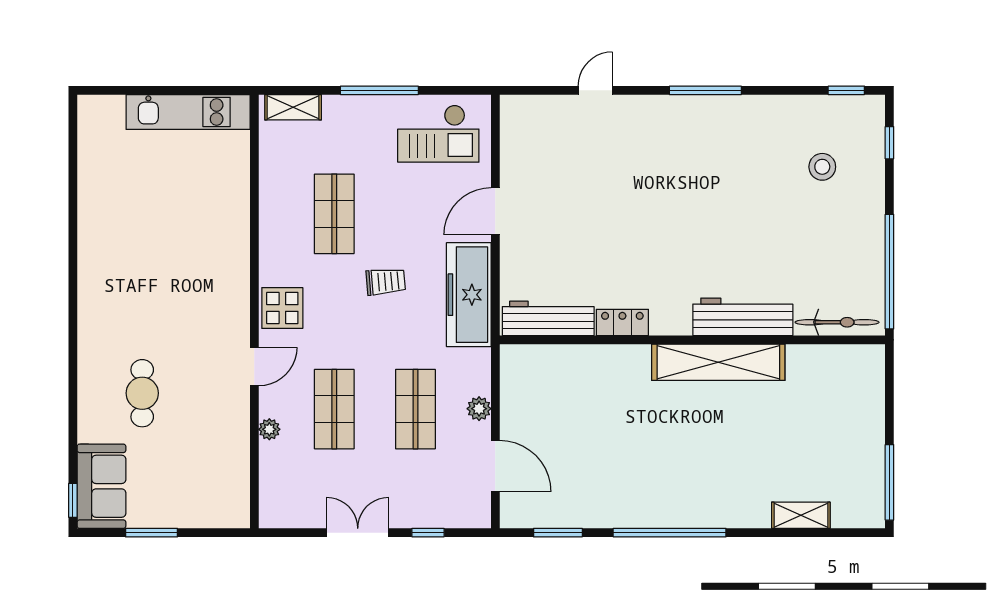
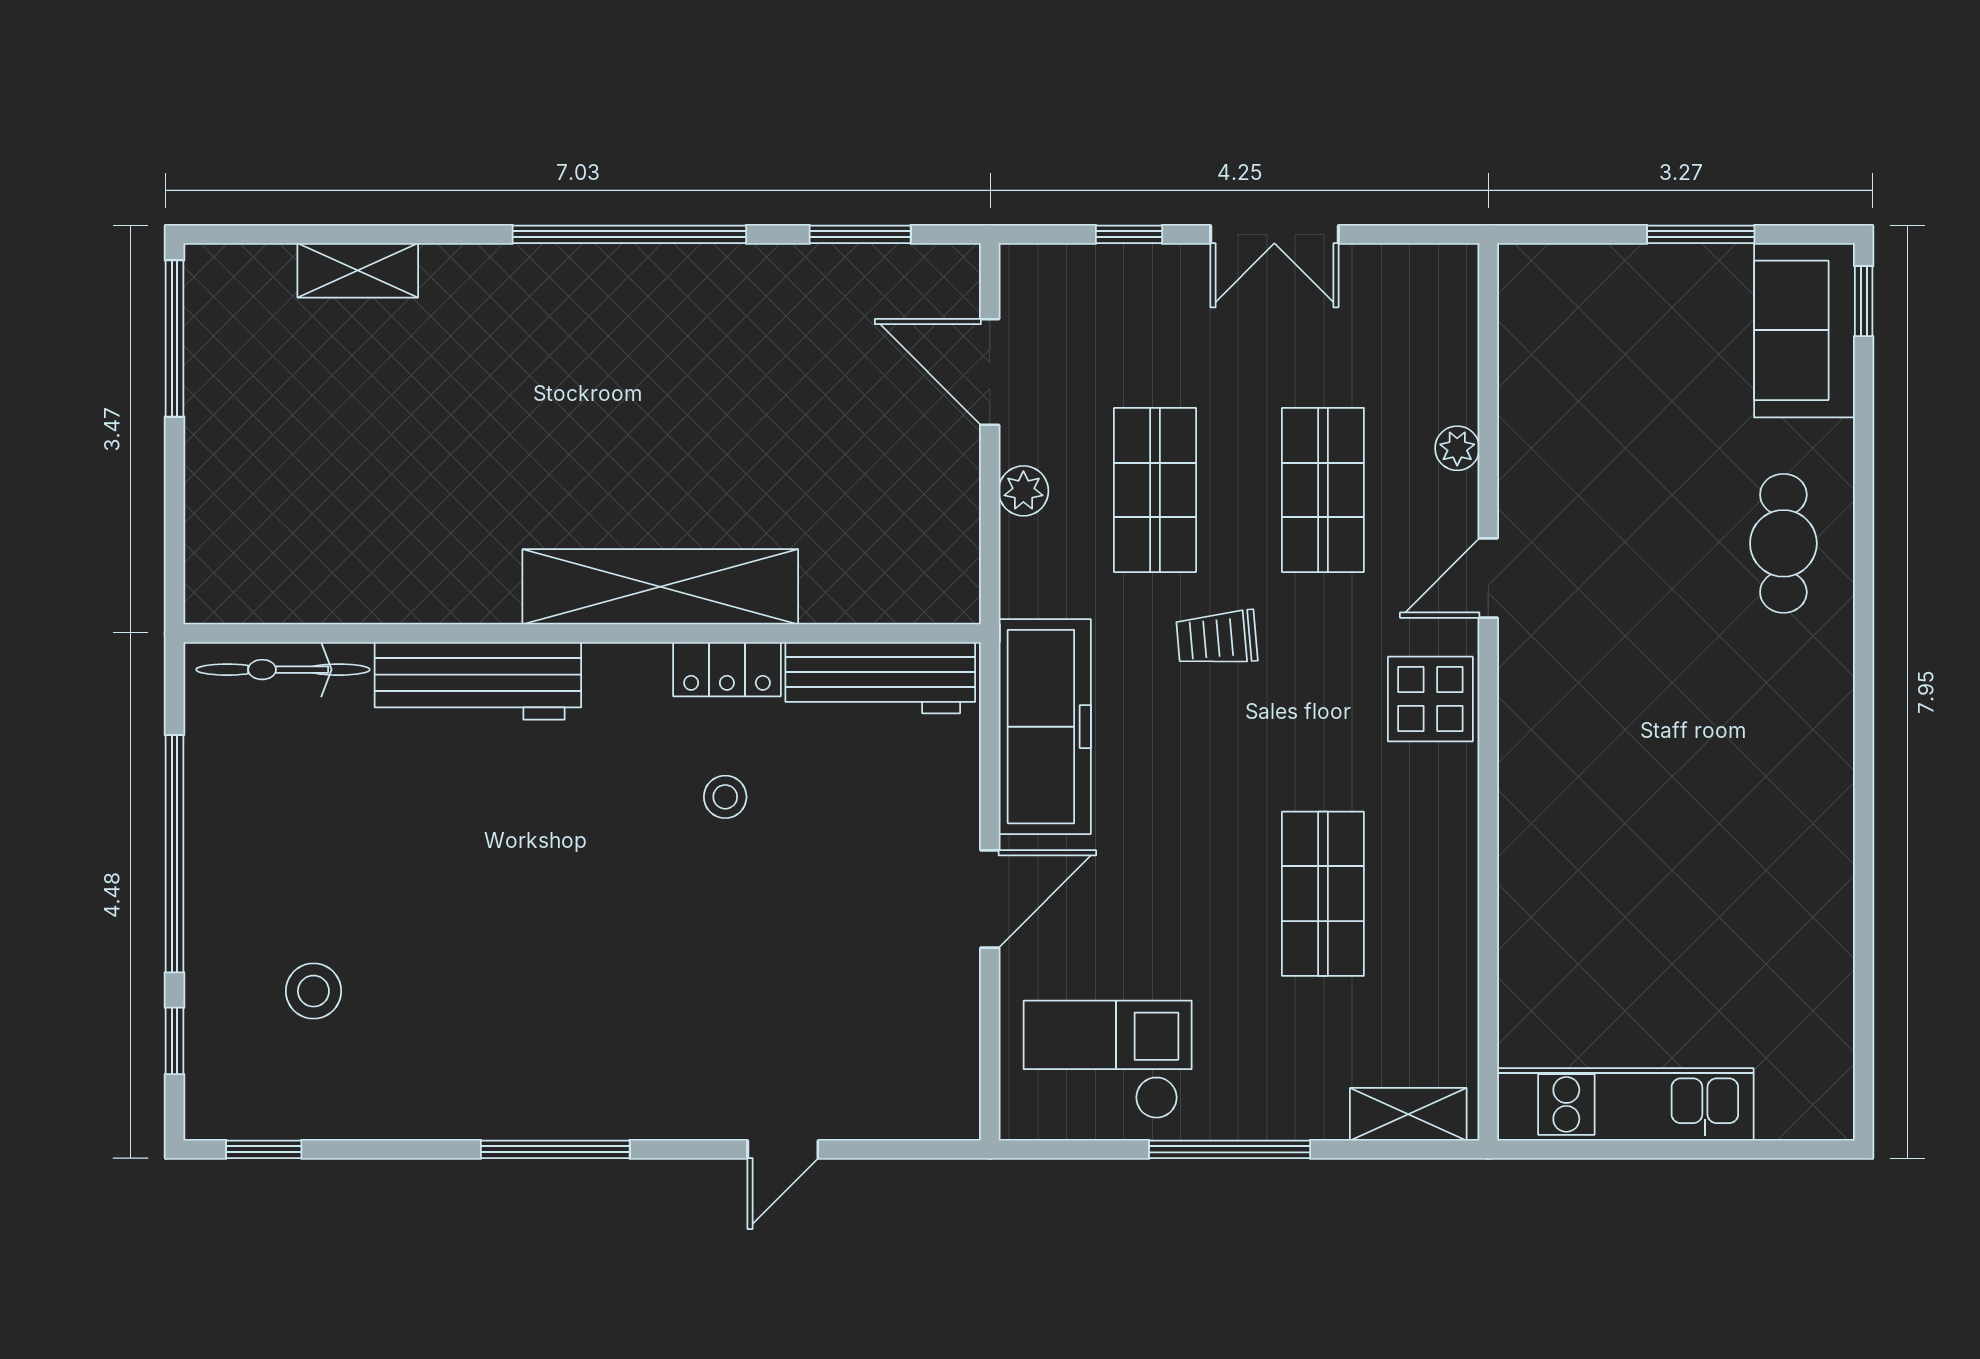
stool: (623, 261) -> (725, 797), added
window: (889, 272) -> (174, 854), moved
trolley: (386, 282) -> (1217, 638), moved
shelving: (718, 362) -> (660, 587), moved
cafe table: (142, 393) -> (1783, 543), moved

